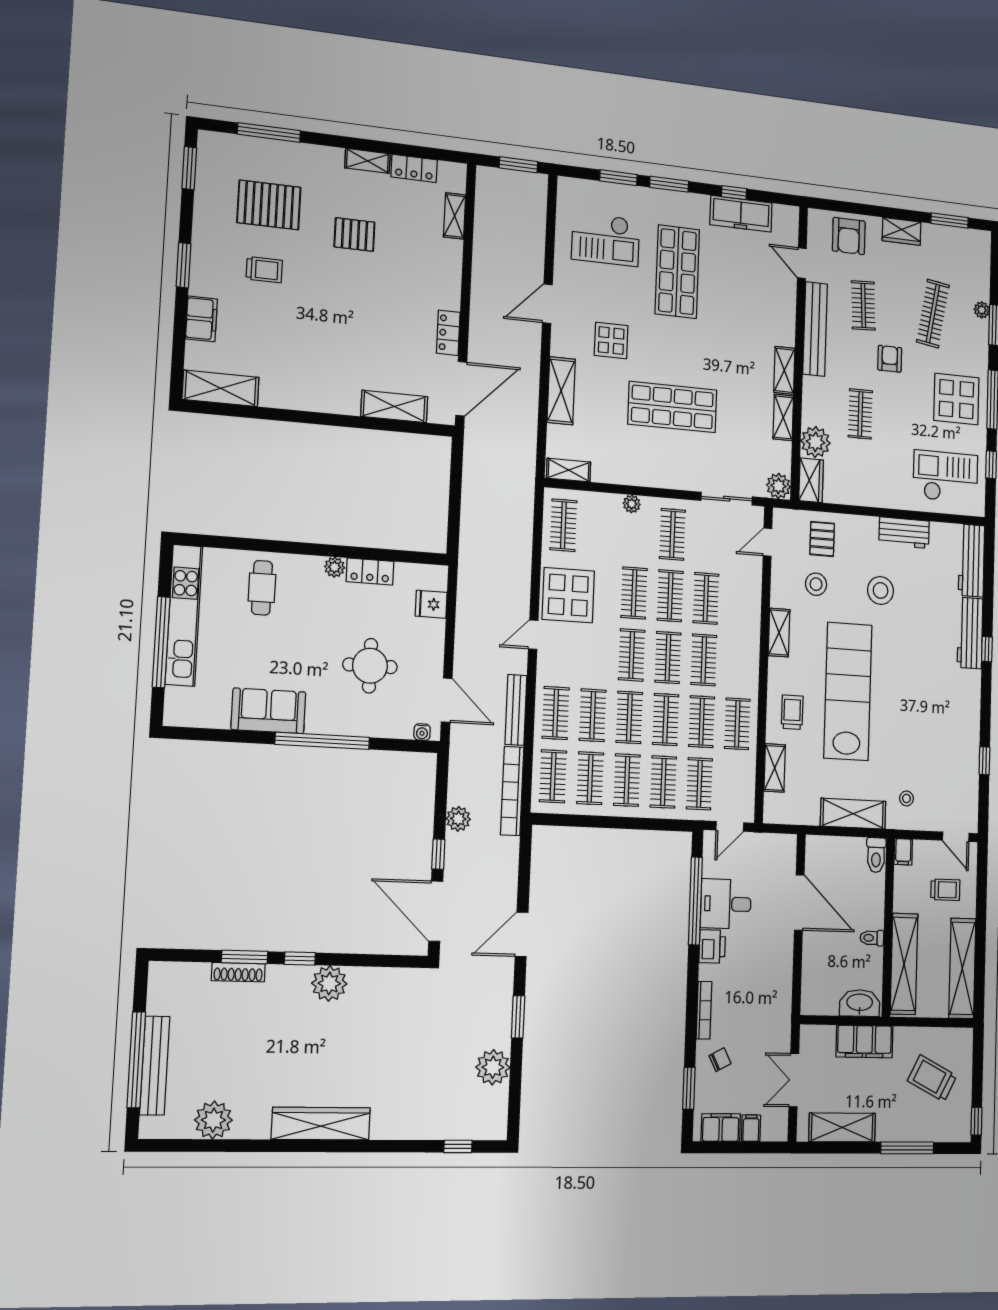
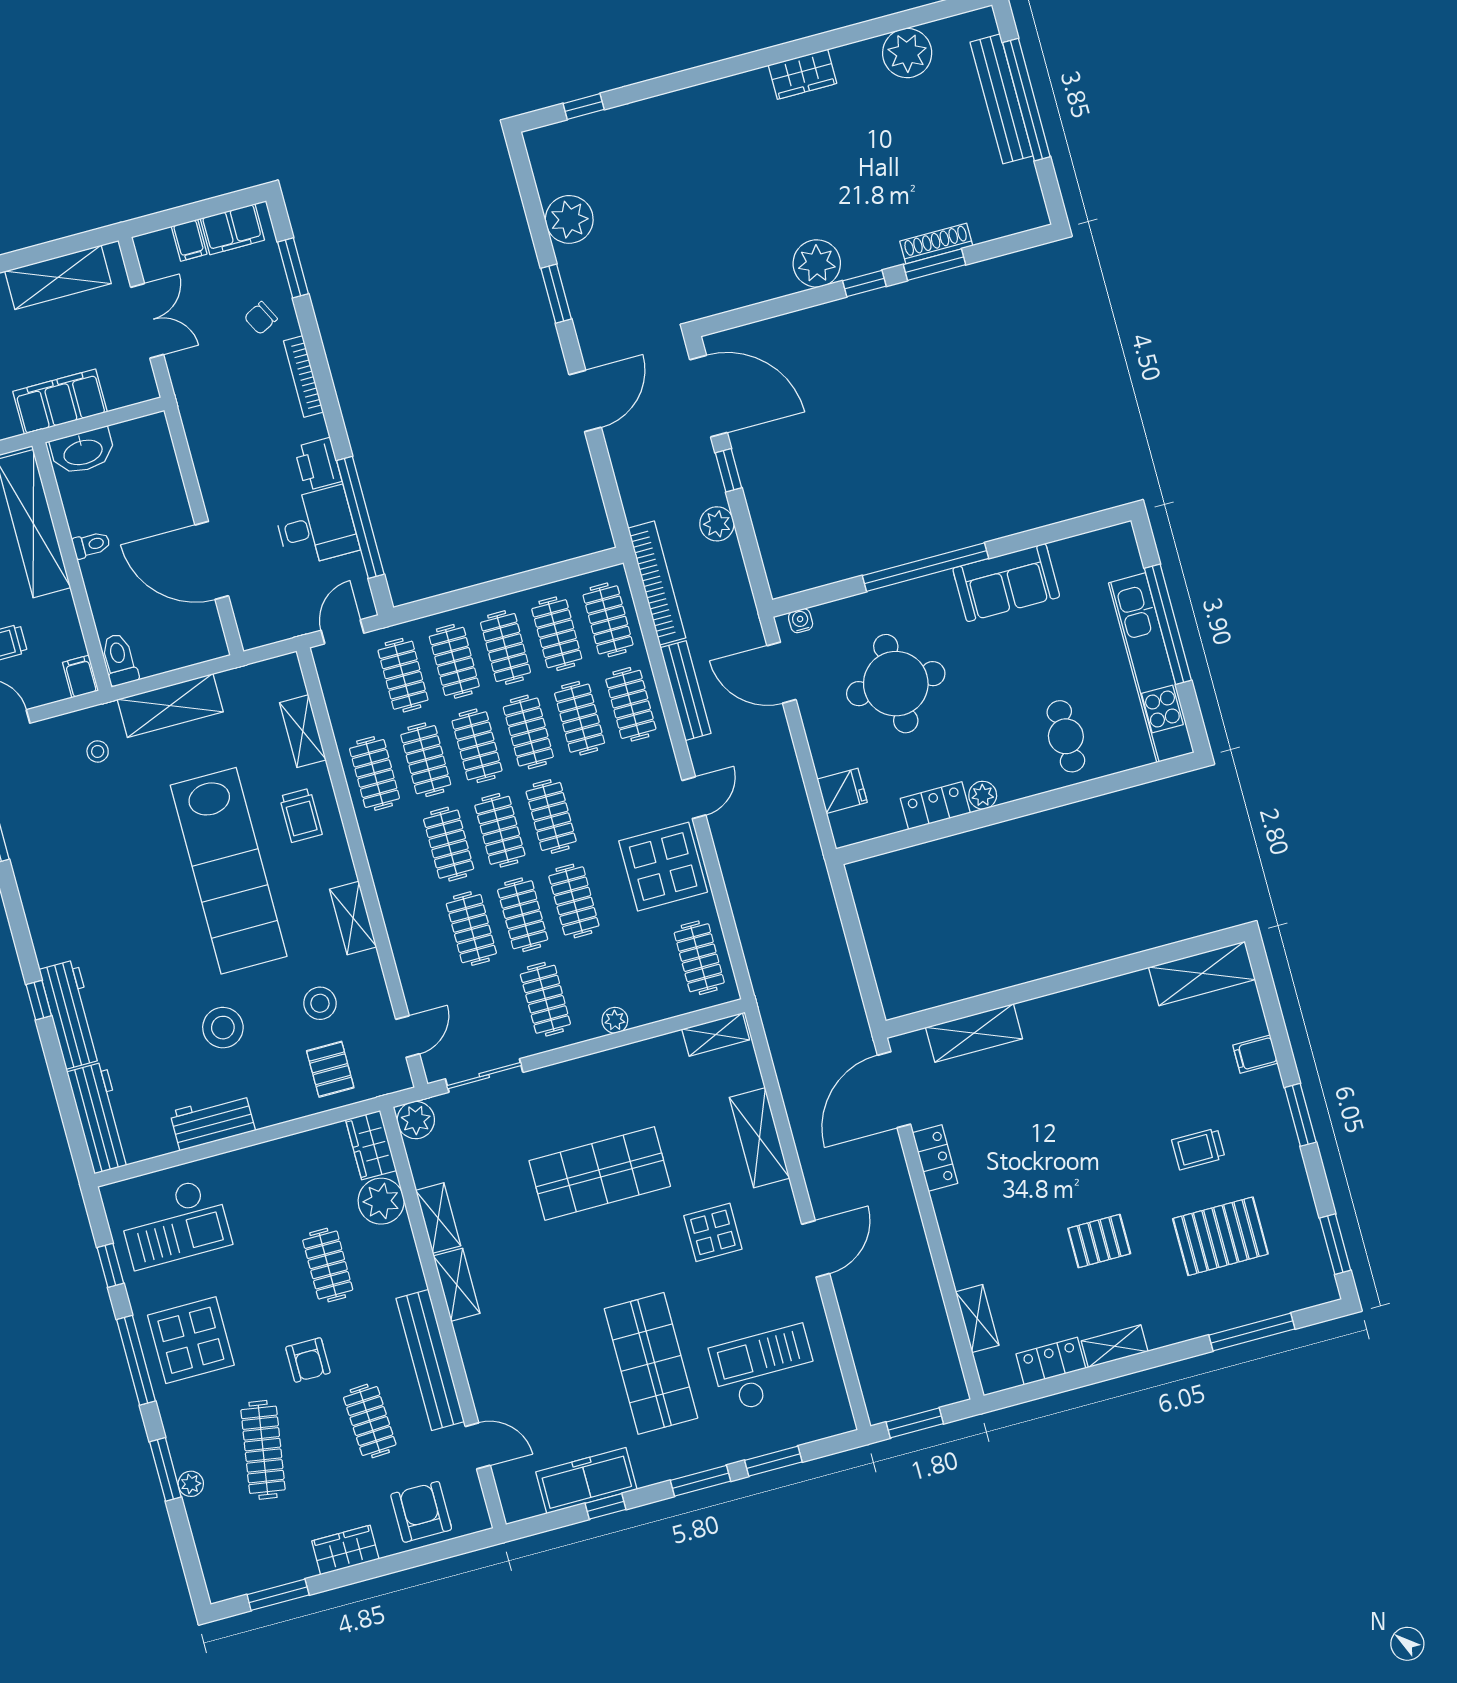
filing cabinet: (201, 319) -> (1255, 1054), width x0.50
round table: (370, 666) -> (896, 684), width x1.36, depth x1.36
wardrobe: (321, 1124) -> (802, 74), width x0.48, depth x0.85

